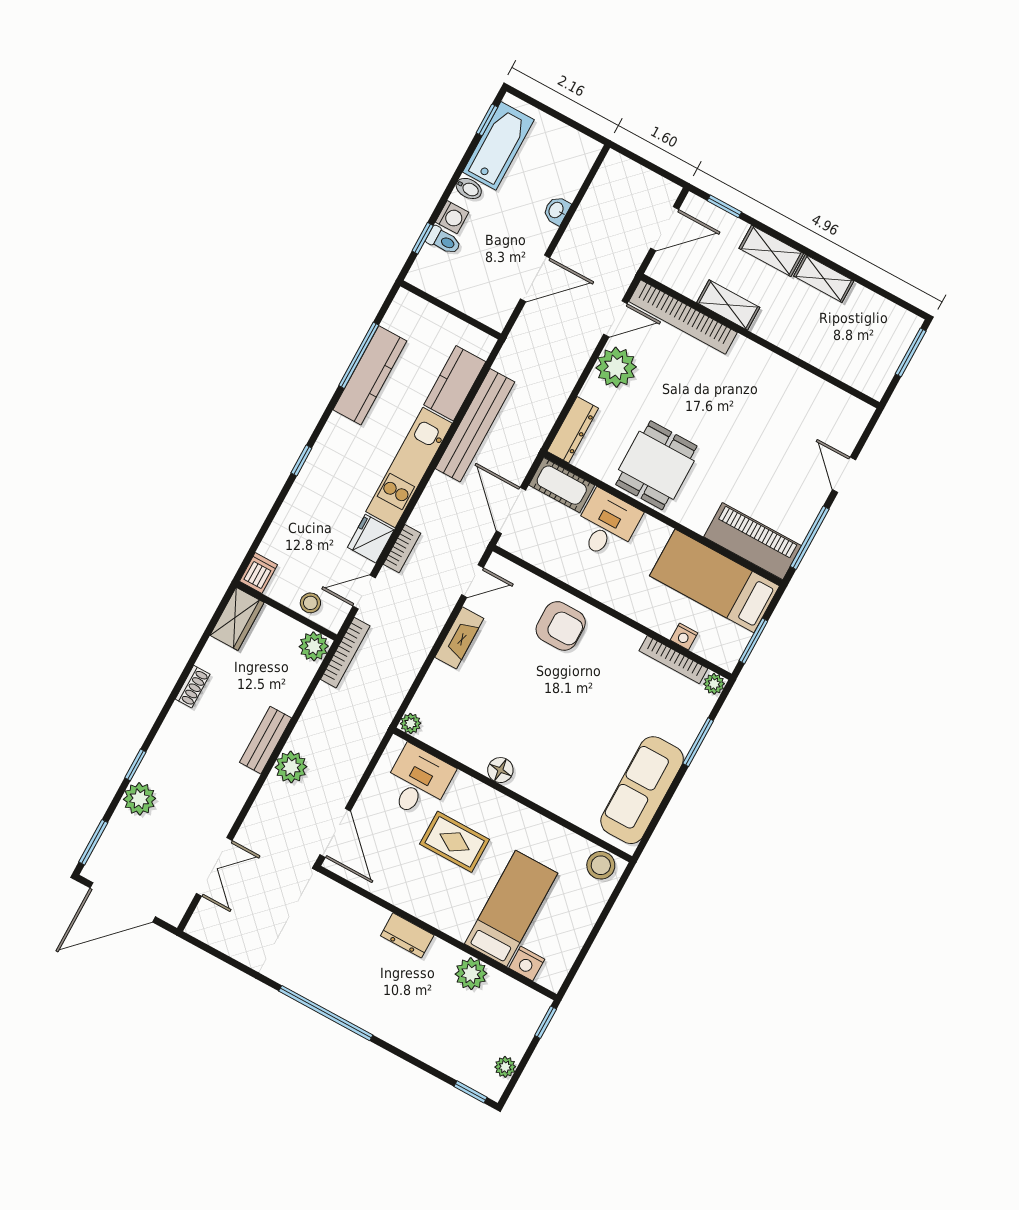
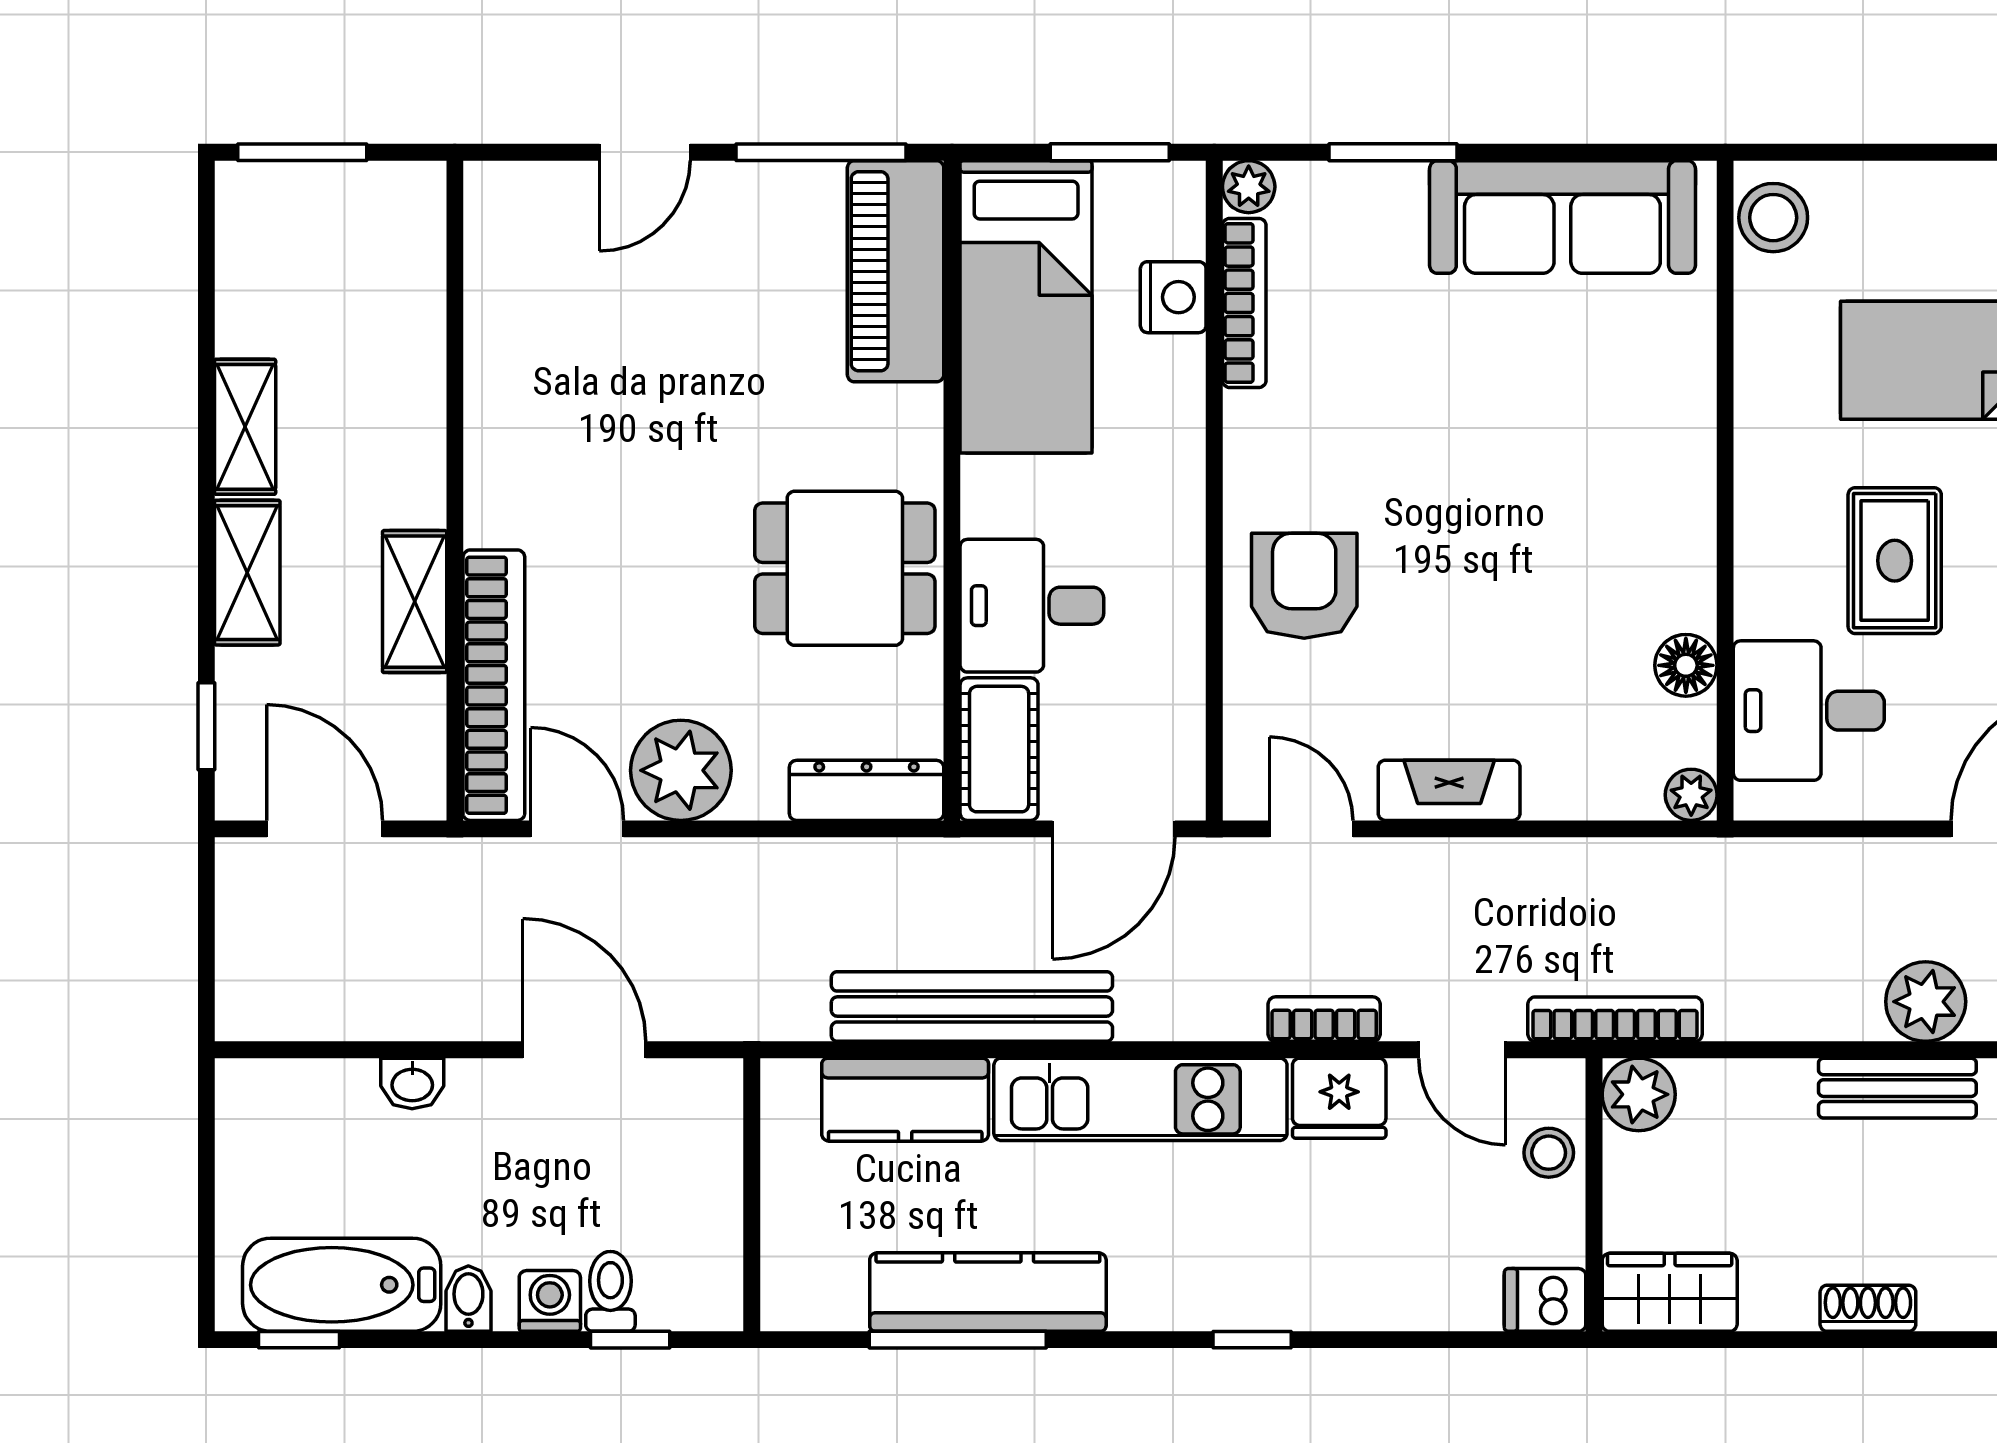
nightstand: (684, 636) -> (1173, 297), width x1.39, depth x1.35
floor lamp: (500, 770) -> (1686, 665), moved

